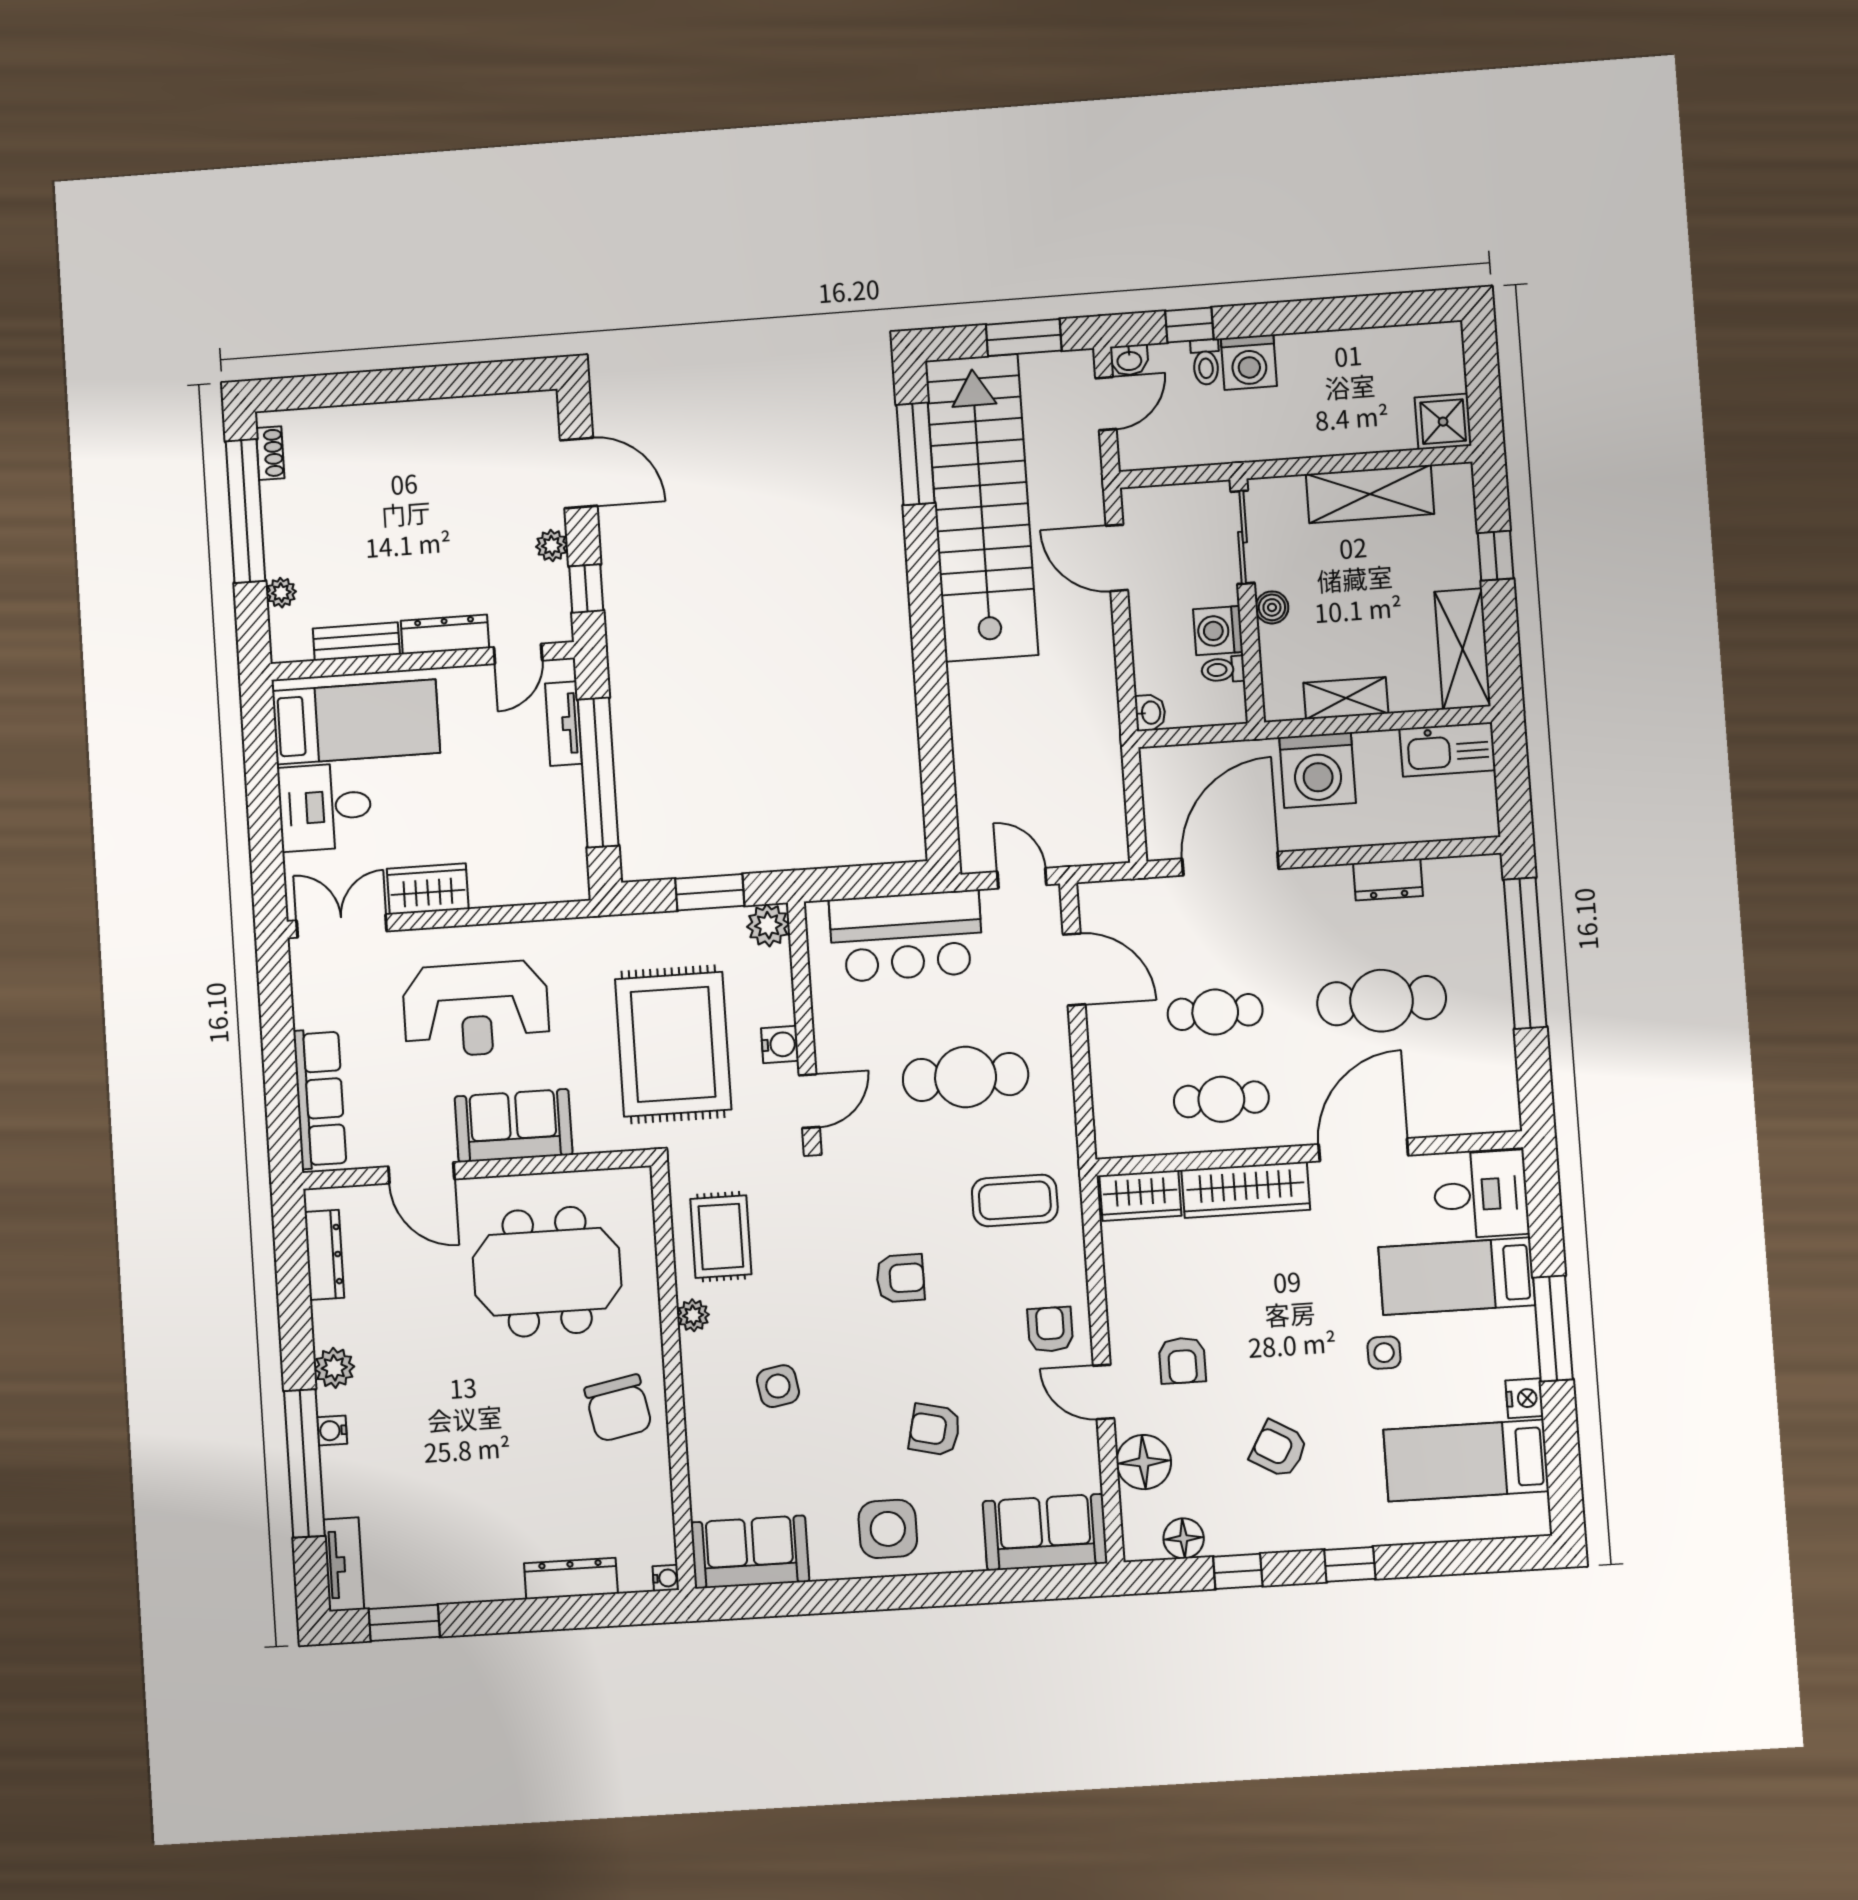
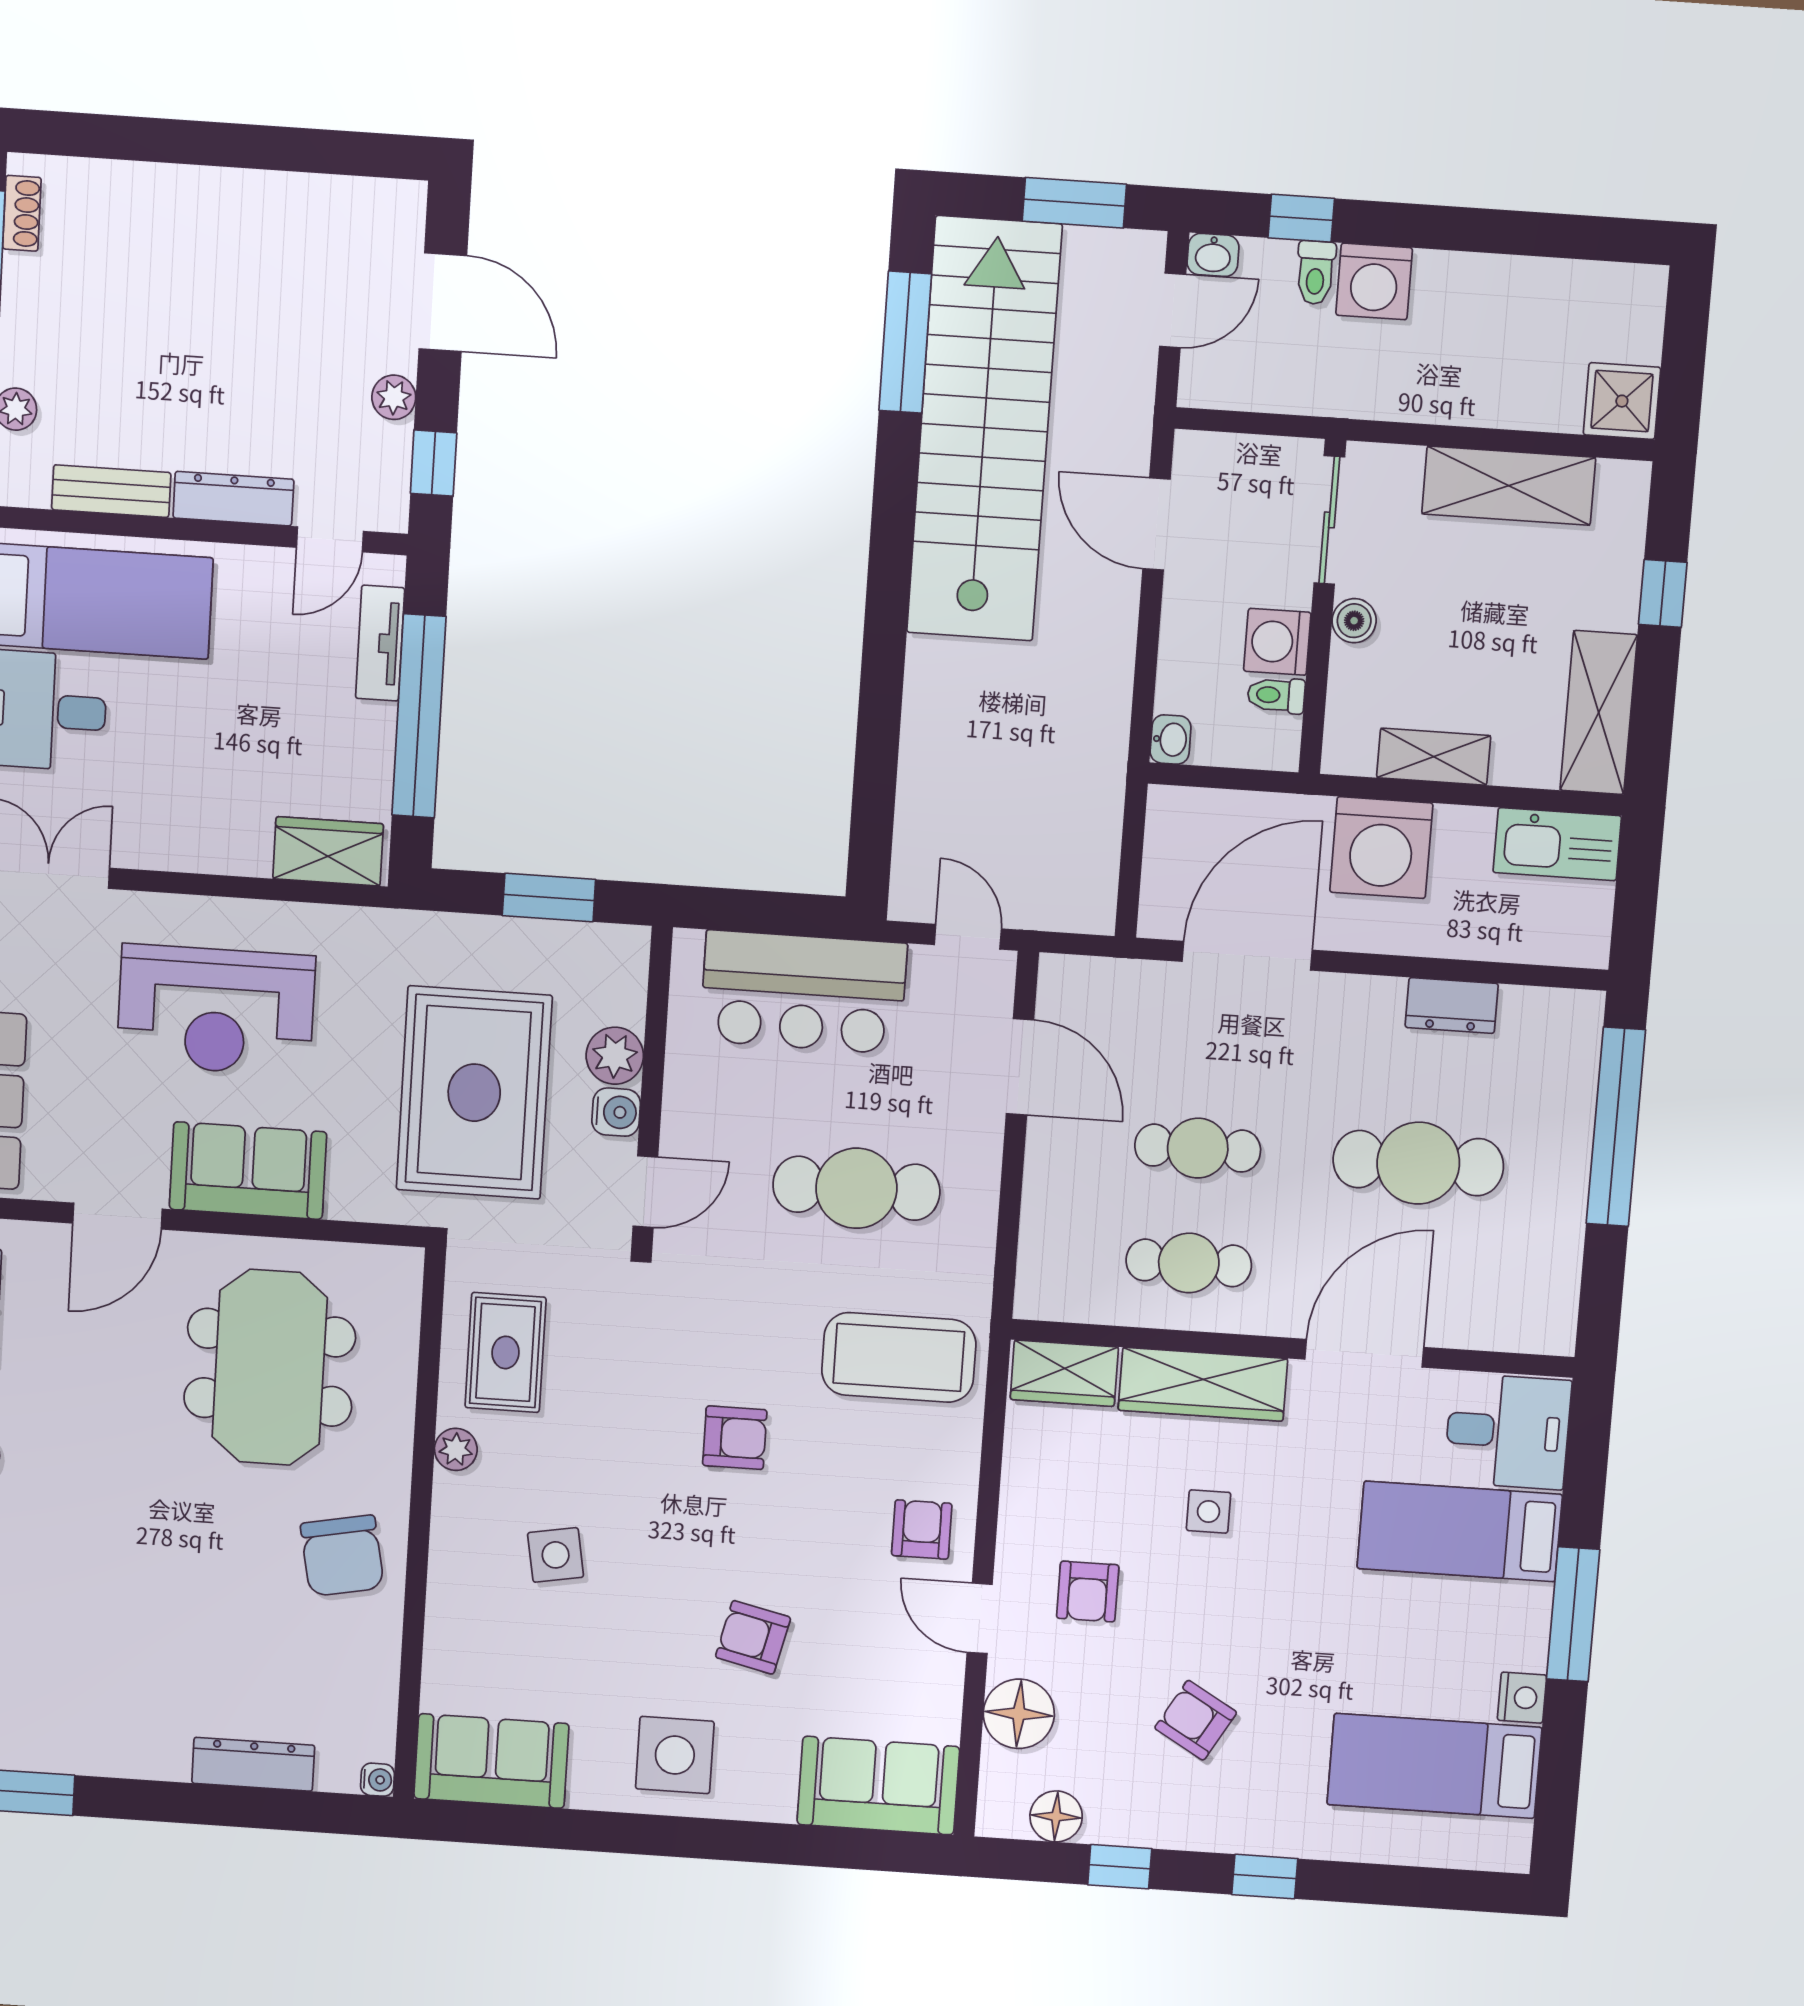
wardrobe: (428, 889) -> (328, 851), moved
plant: (768, 925) -> (615, 1056), moved
door: (421, 1173) -> (118, 1216), hinge flipped
coffee table: (1015, 1200) -> (899, 1357), width x1.36, depth x1.32
meeting table: (547, 1272) -> (270, 1367), turned 90
side table: (1384, 1353) -> (1209, 1511), moved

